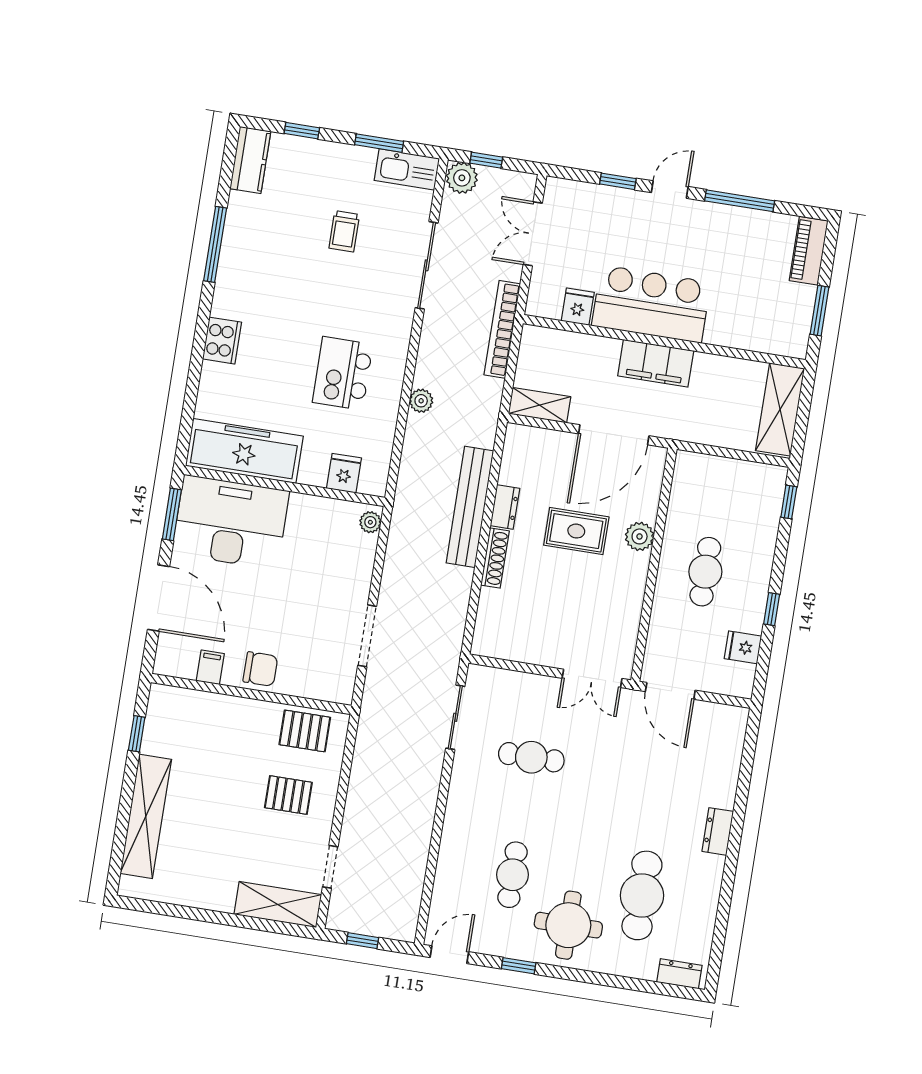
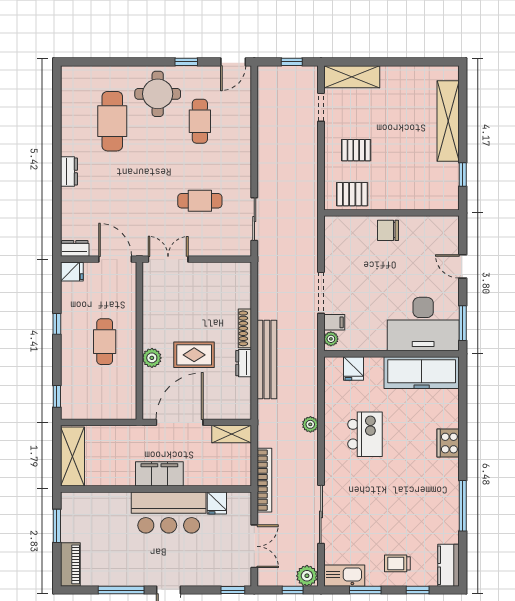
window: (618, 181) -> (233, 590), moved
trolley: (344, 231) -> (397, 563), moved, turned -90
door: (158, 598) -> (463, 266), width x0.53
doorway: (367, 636) -> (321, 293), moved
fridge: (743, 647) -> (72, 272), moved
filing cabinet: (210, 667) -> (334, 322), moved, turned -90
dresser: (679, 974) -> (75, 248), moved, turned 180

